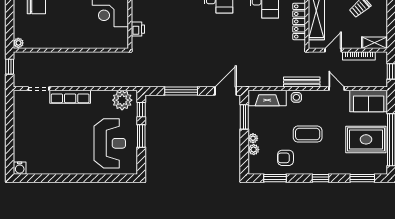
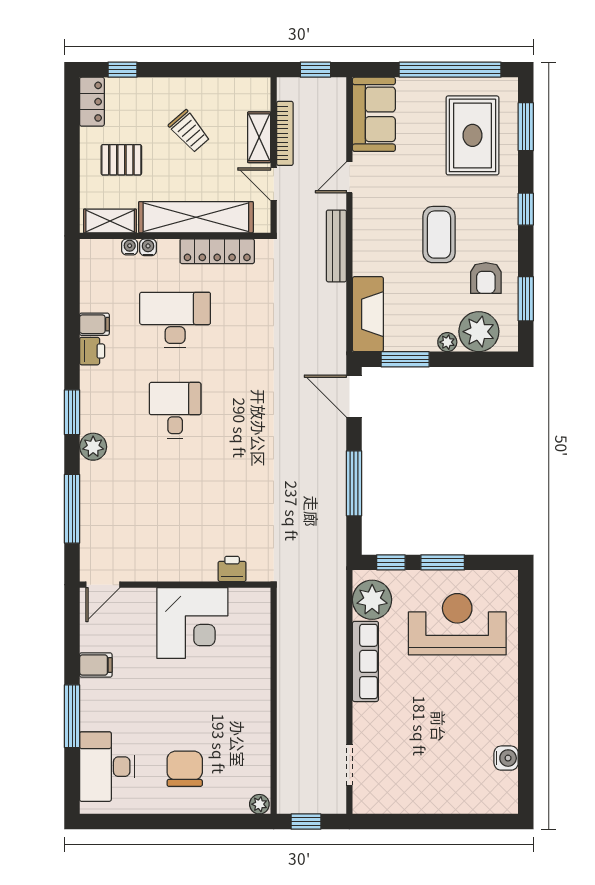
shelving: (375, 43) -> (259, 137), moved
row of seats: (70, 97) -> (365, 661), moved
side table: (296, 97) -> (367, 257), removed
rug: (366, 139) -> (472, 135), moved
plant: (254, 150) -> (479, 332), width x1.88, depth x1.88
water cooler: (20, 168) -> (506, 758), moved

